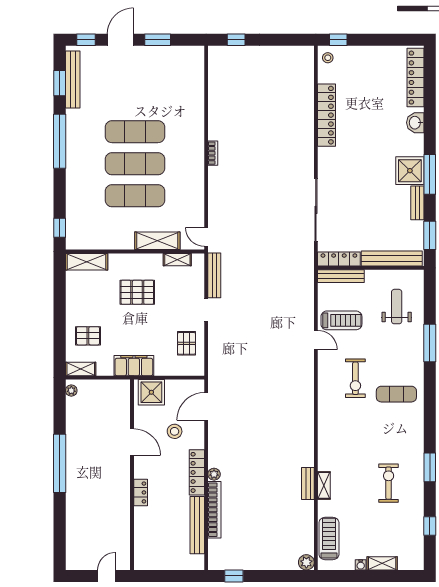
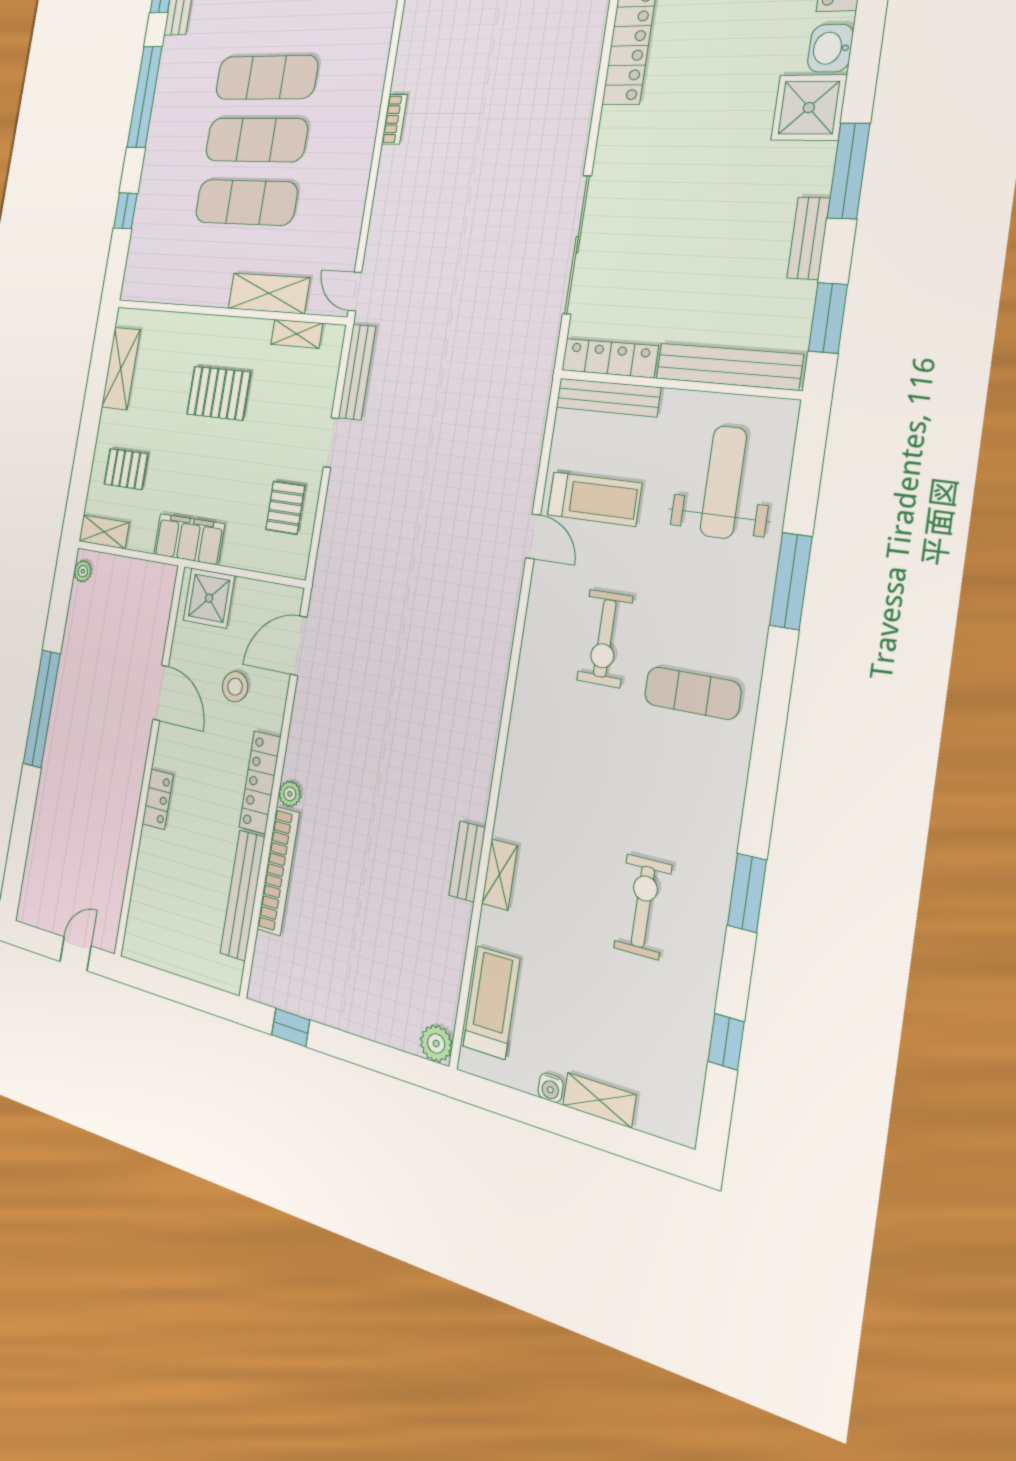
shower: (410, 171) -> (809, 108), moved
window: (60, 228) -> (125, 211), moved
shelving: (87, 262) -> (121, 369), moved, turned 90
weight bench: (397, 307) -> (723, 482), width x1.36, depth x1.33

